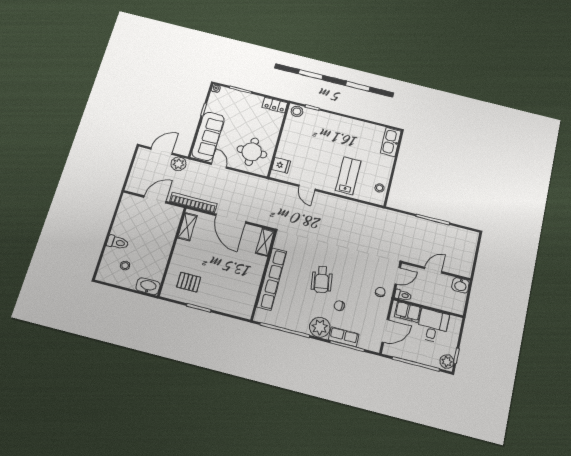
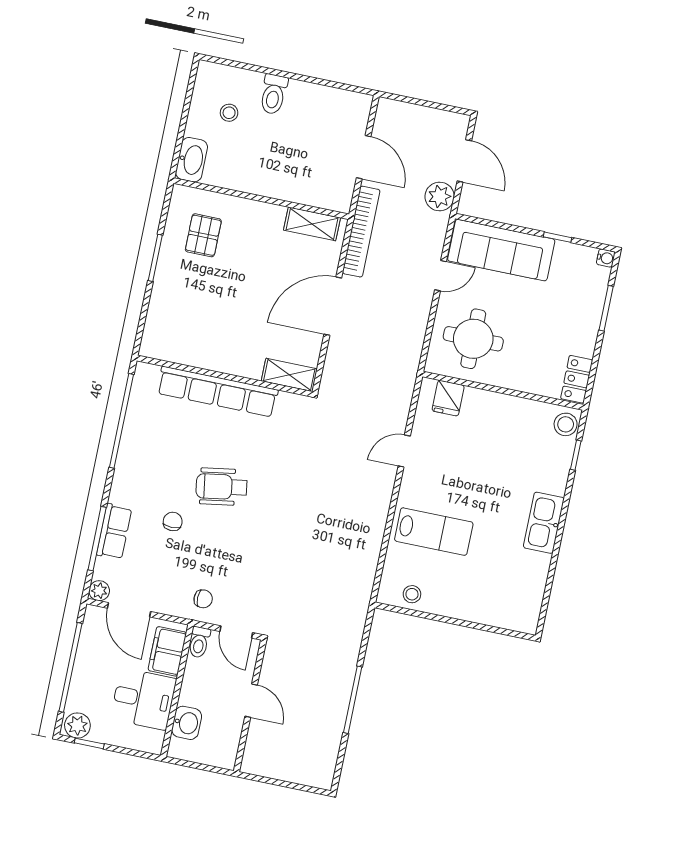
kitchen sink: (391, 142) -> (544, 523), moved, turned -90
washbasin: (461, 285) -> (187, 723), moved, turned 180
plant: (320, 327) -> (99, 591), moved, width x0.53, depth x0.53

